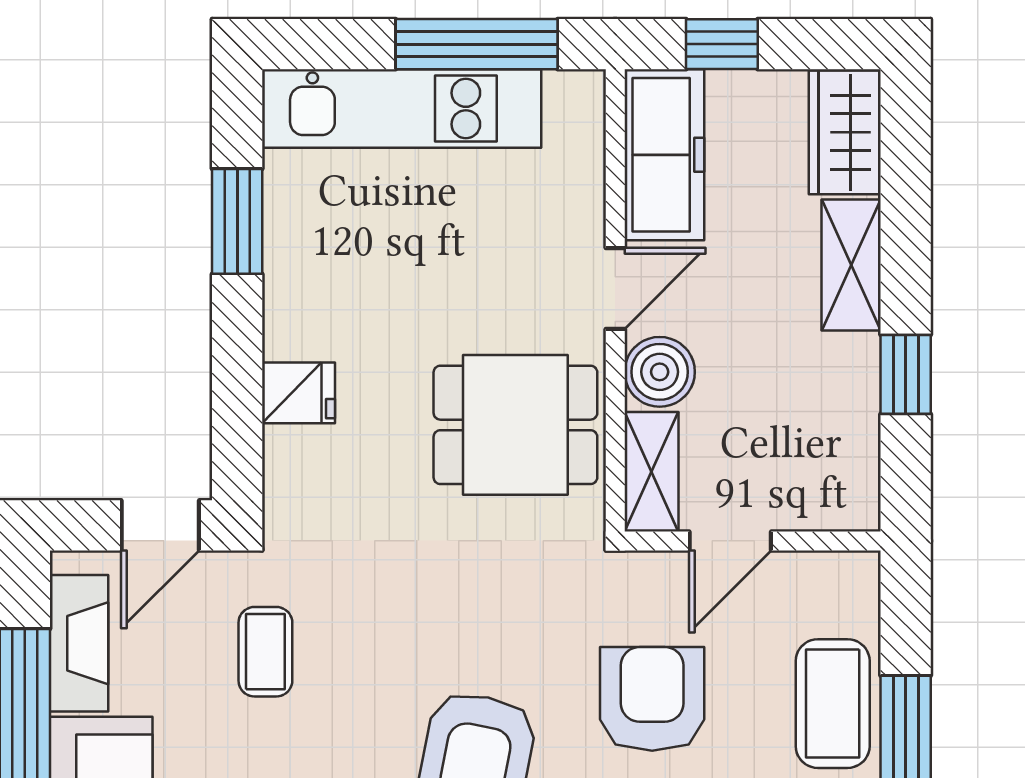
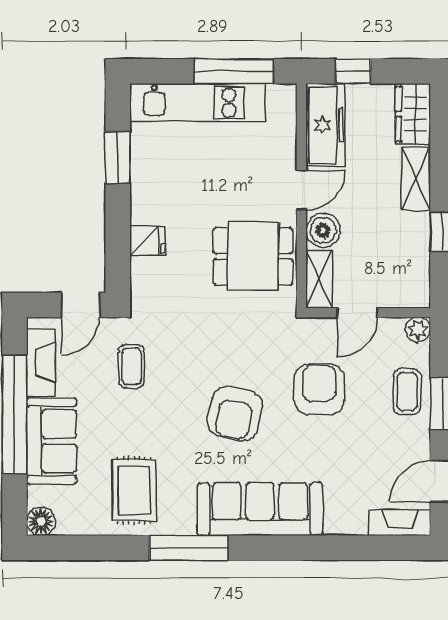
plant: (855, 576) -> (418, 330), added
coffee table: (833, 704) -> (407, 392), width x0.73, depth x0.77

